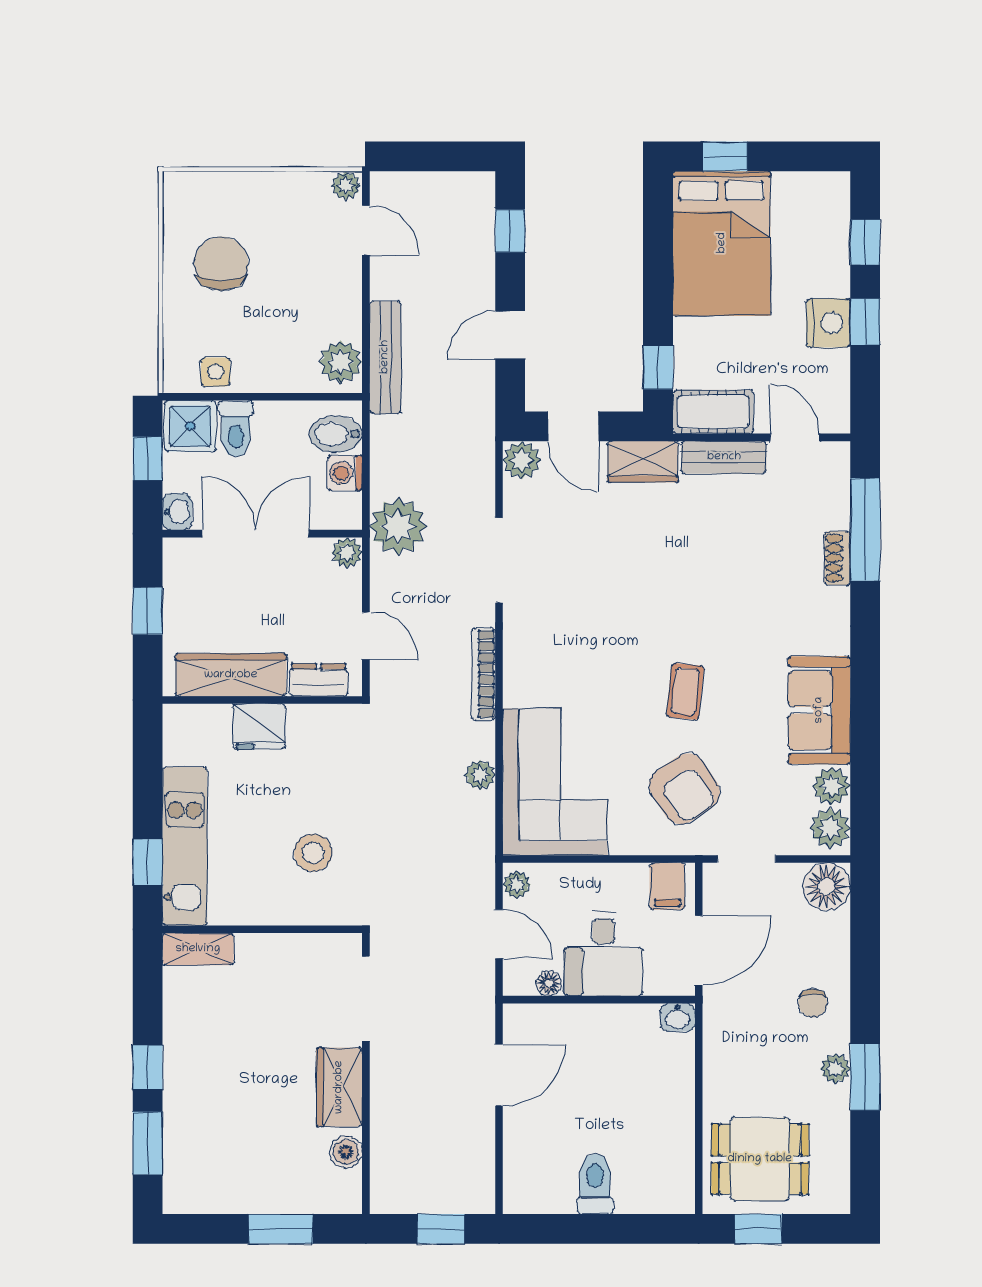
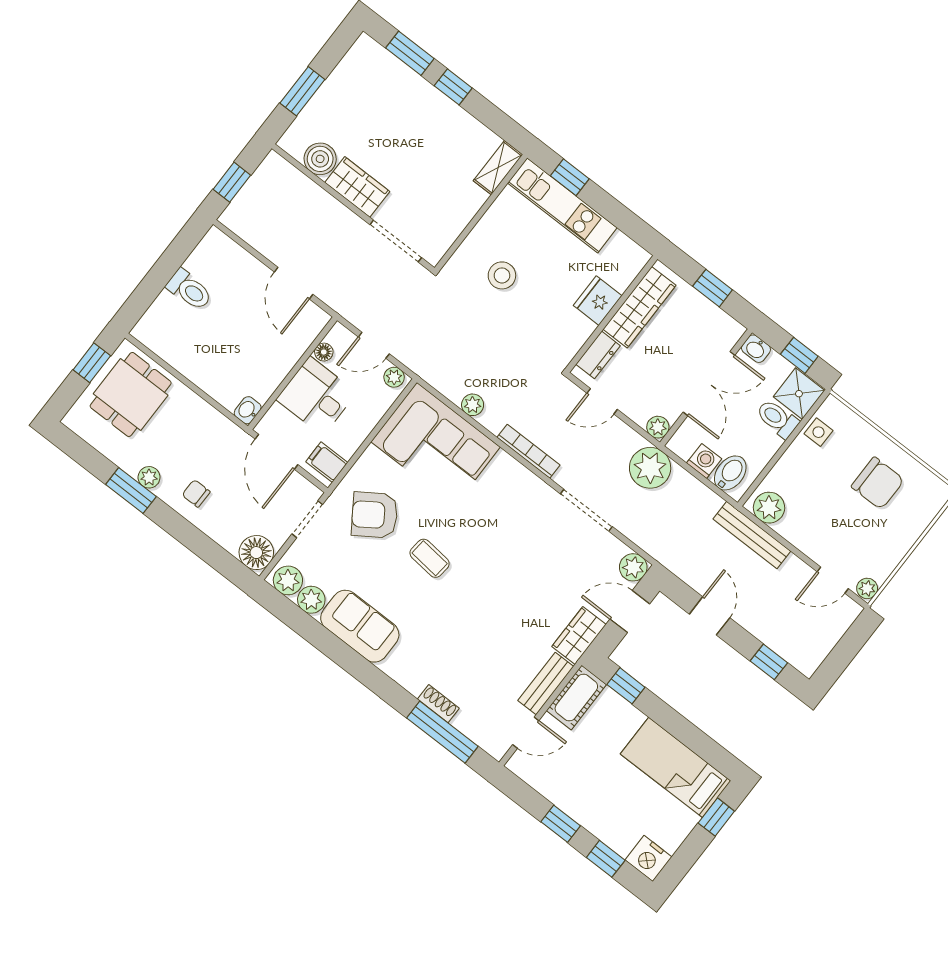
bed: (722, 243) -> (676, 767), width x0.67
nightstand: (828, 323) -> (648, 858), moved
boiler: (346, 1152) -> (320, 159), width x1.36, depth x1.36

